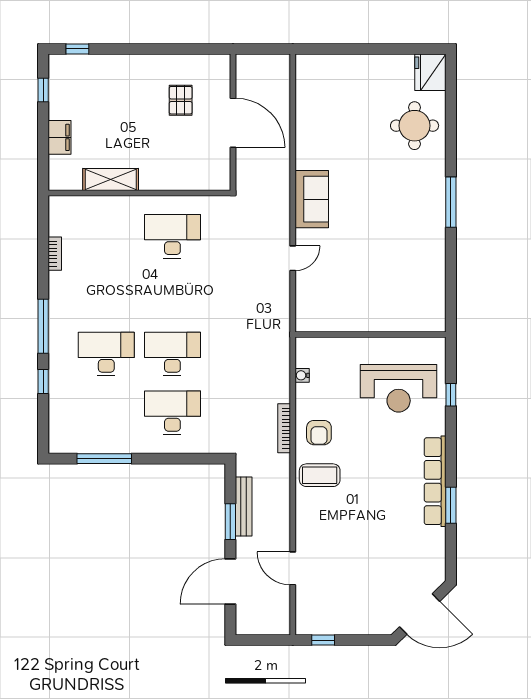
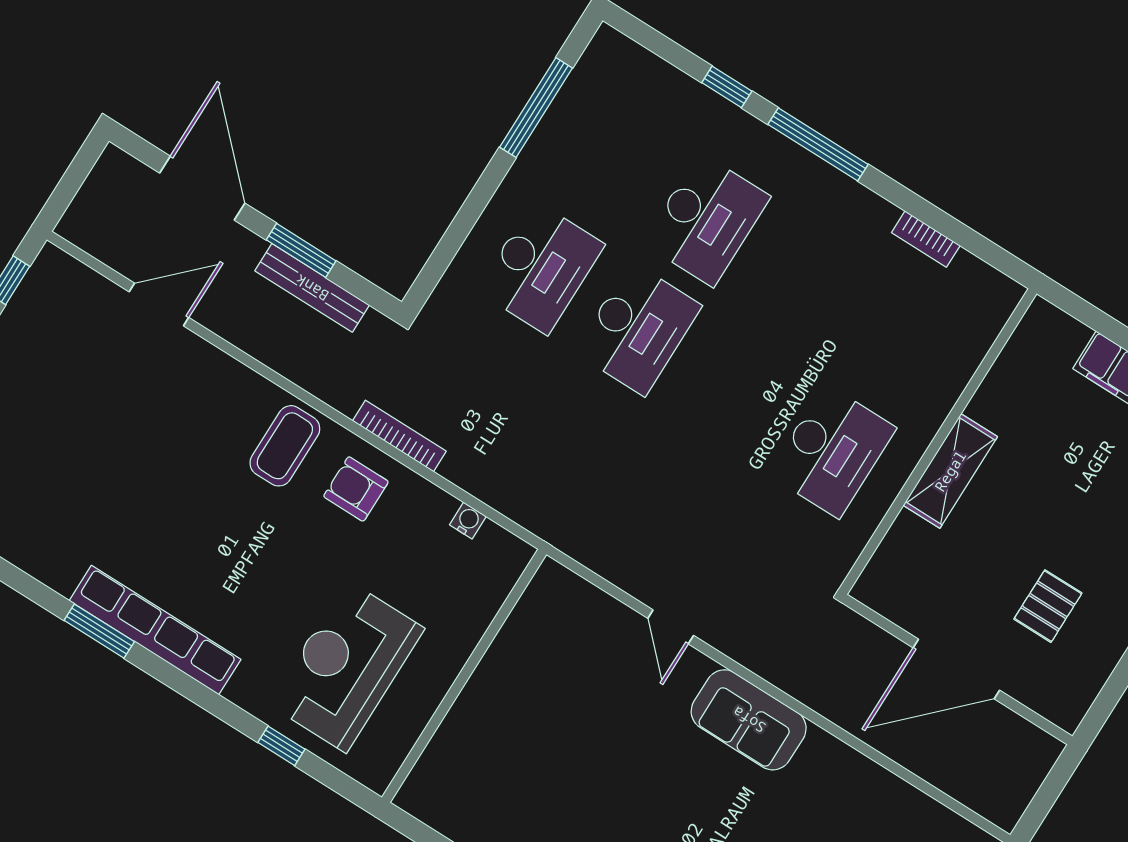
pallet: (181, 100) -> (1048, 606), turned 90
shelving: (111, 180) -> (950, 471), moved

